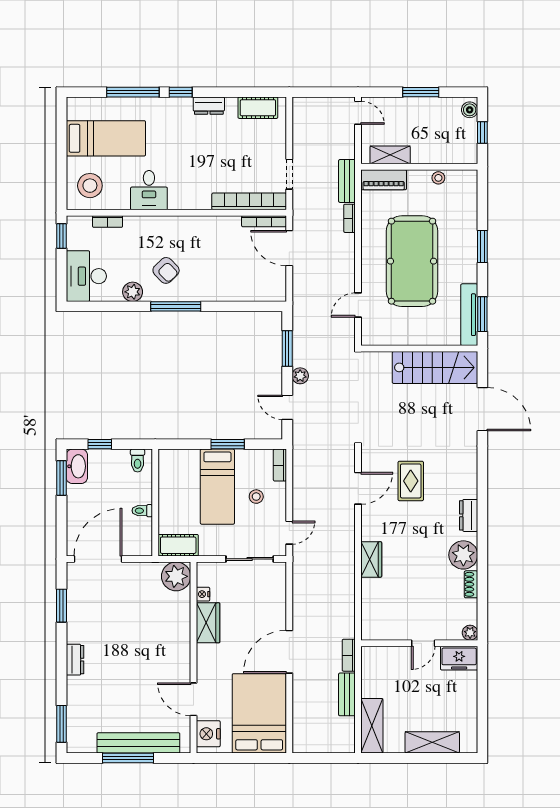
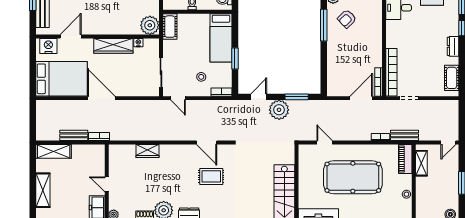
plant: (300, 376) -> (279, 110), width x1.88, depth x1.88
bed: (217, 487) -> (221, 38), moved, turned -90
wardrobe: (371, 559) -> (147, 151), moved
wardrobe: (208, 623) -> (113, 46), width x1.50

